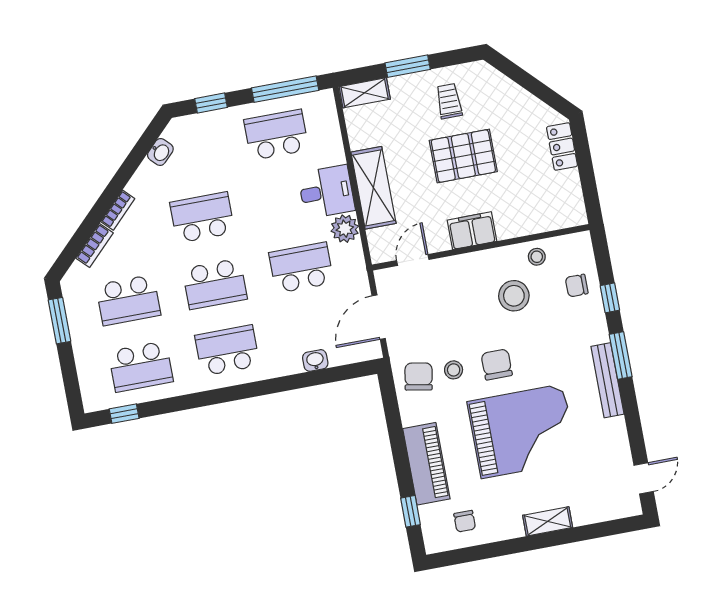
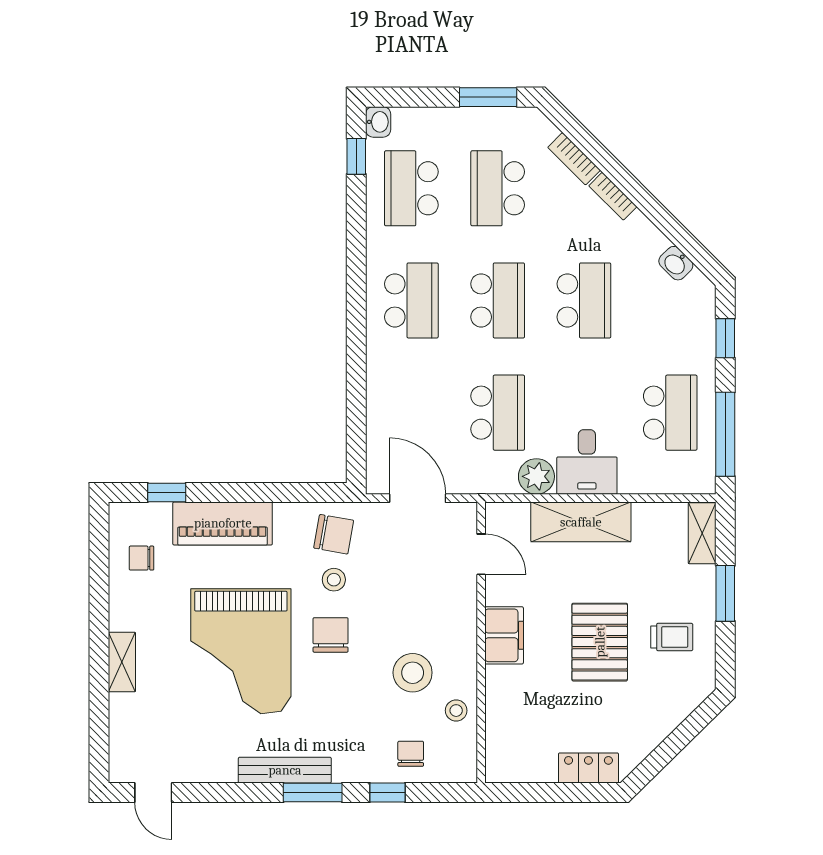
school desk: (215, 284) -> (498, 300), turned 180
washbasin: (315, 360) -> (378, 122), moved
chair: (497, 364) -> (331, 635), turned -90

